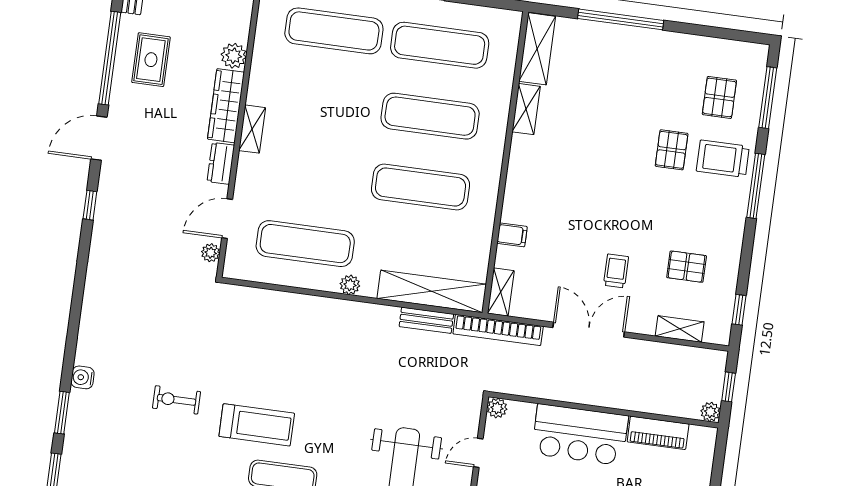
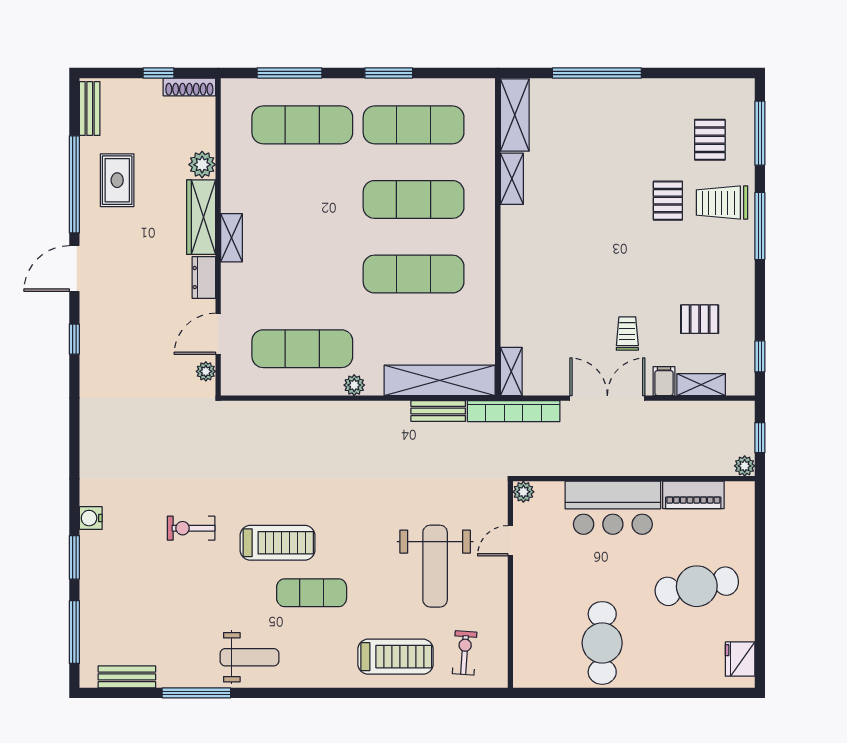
filing cabinet: (512, 235) -> (664, 381), moved, turned -90

